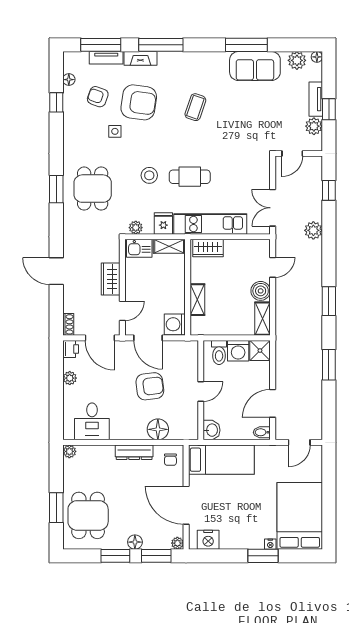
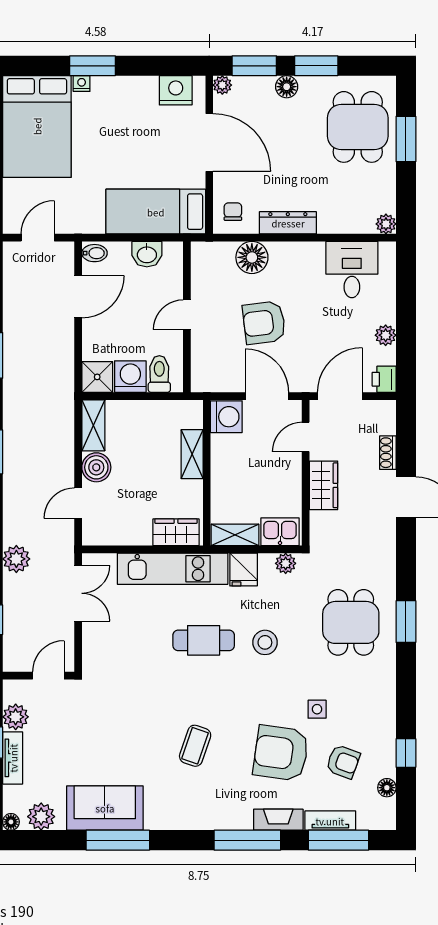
shoe rack: (68, 324) -> (388, 453), moved
door: (100, 338) -> (340, 396), hinge flipped
washbasin: (212, 430) -> (147, 254), moved, turned -90

